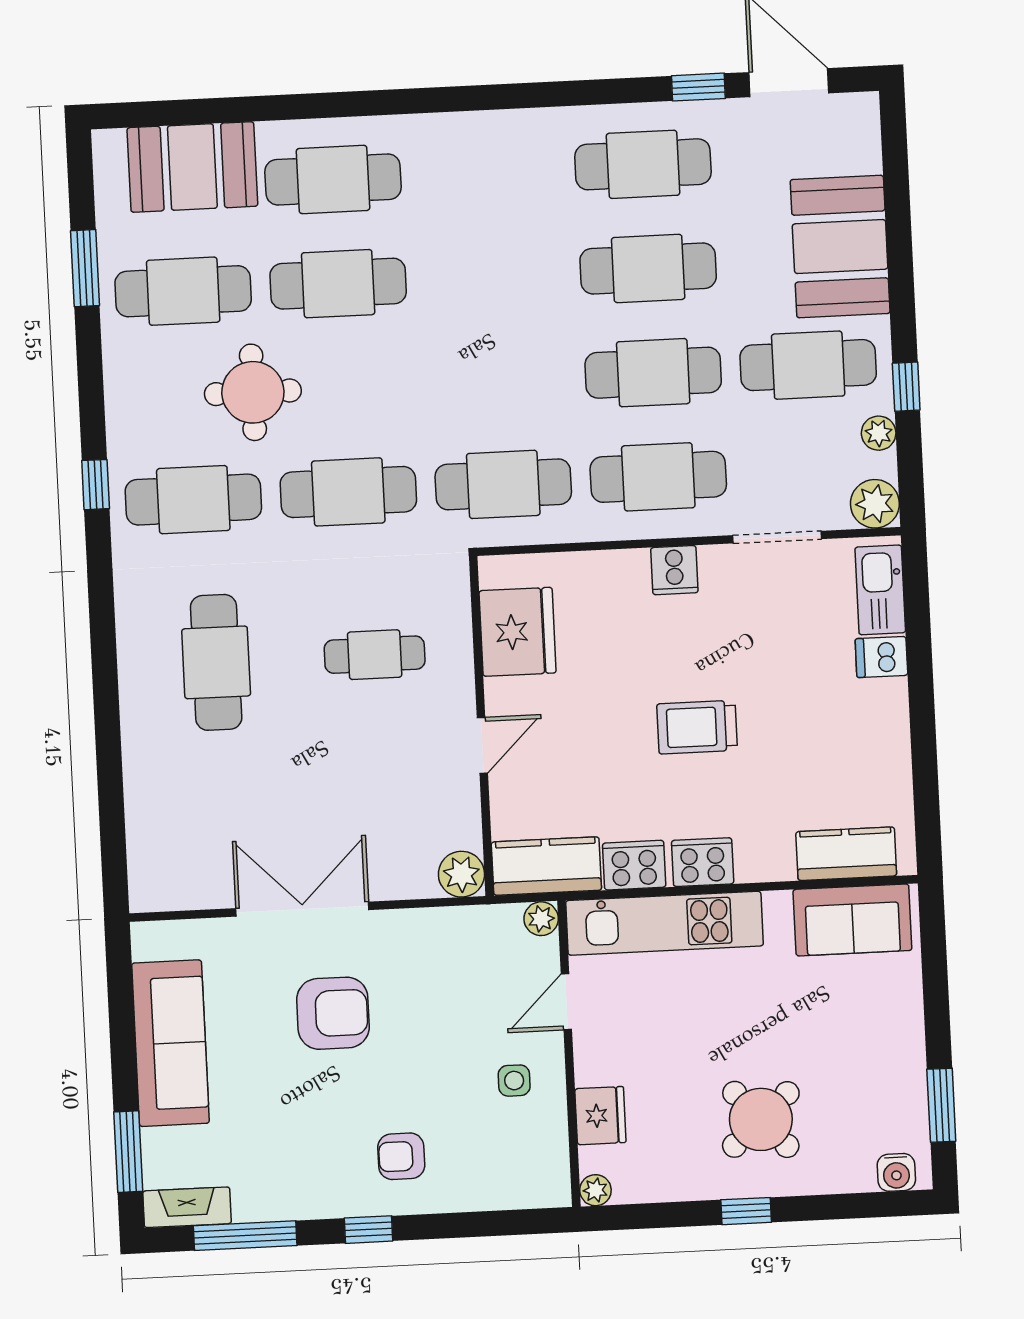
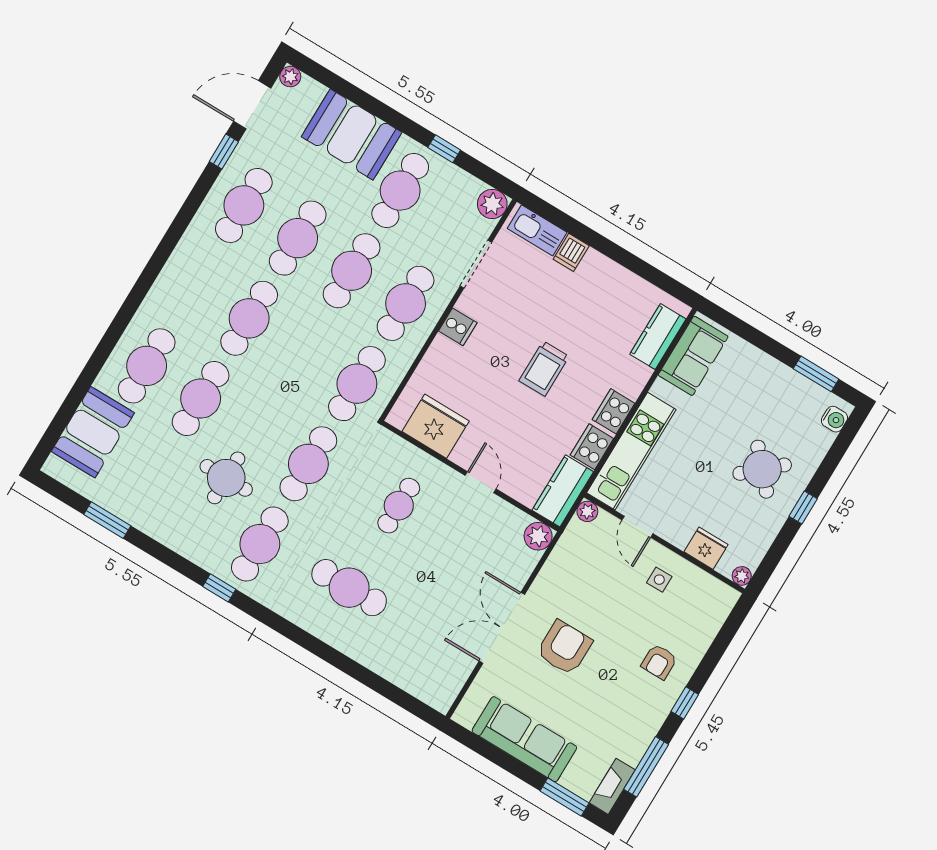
cafe table: (183, 291) -> (249, 318), moved
plant: (879, 433) -> (290, 77), moved

